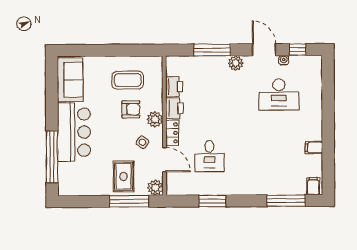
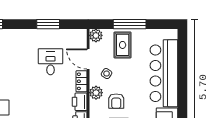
armchair: (131, 109) -> (116, 101), turned -90
bar counter: (74, 132) -> (164, 73), width x1.36
window: (52, 157) -> (182, 62), removed
window: (129, 201) -> (130, 24), moved

